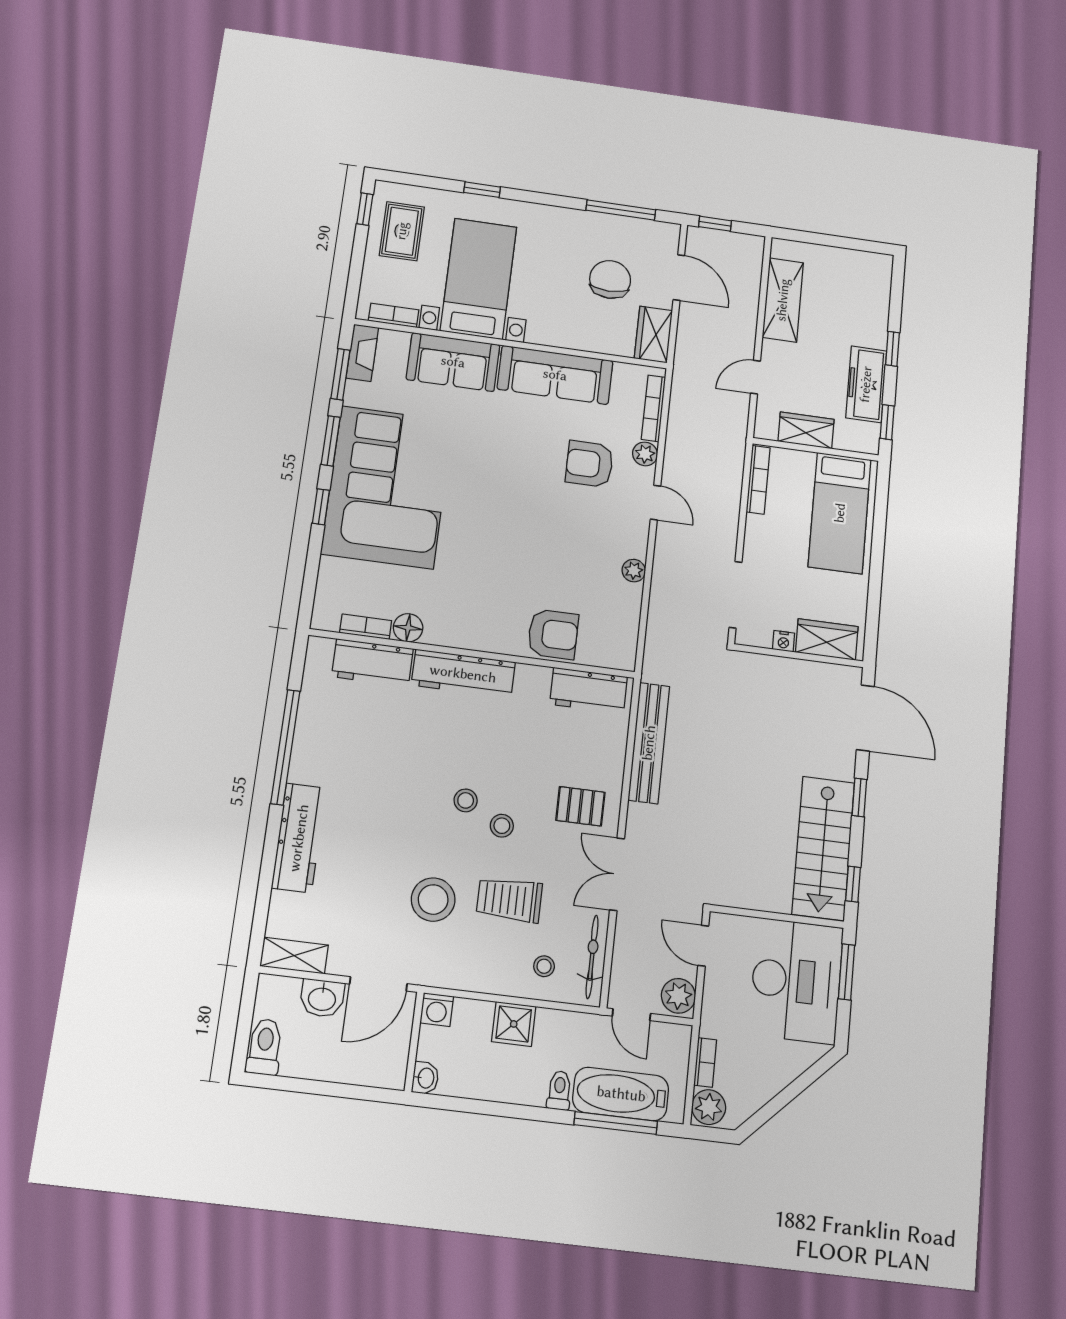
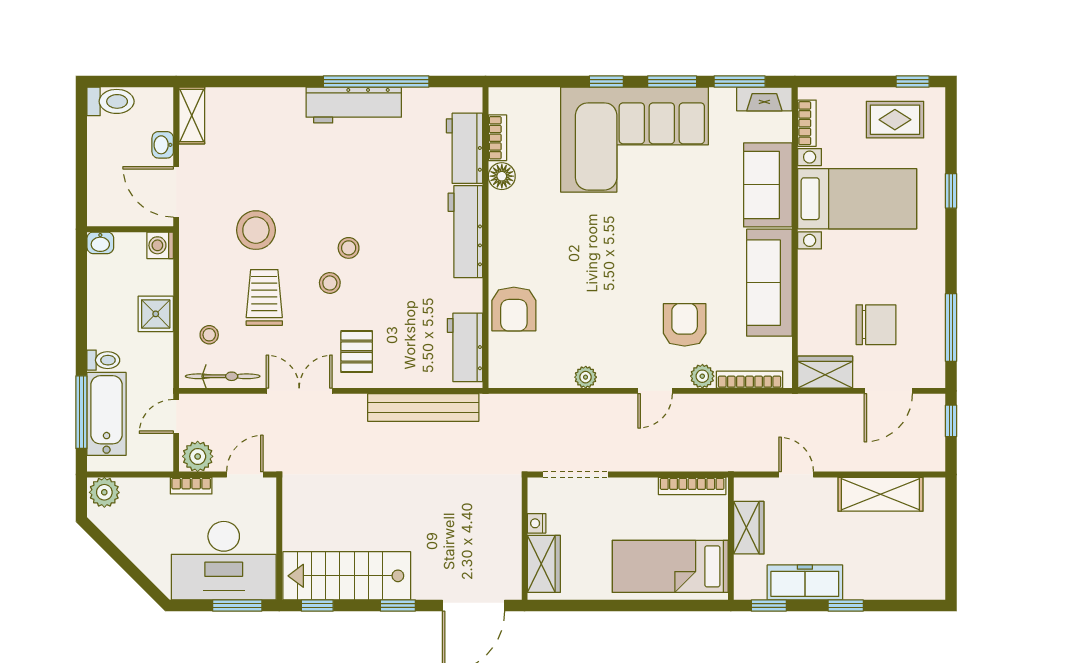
workbench: (299, 838) -> (354, 105), moved
washbasin: (322, 998) -> (163, 145), width x0.72, depth x0.69
bookcase: (705, 1063) -> (191, 486), moved

